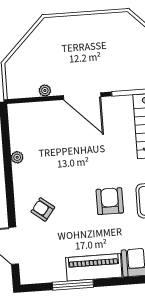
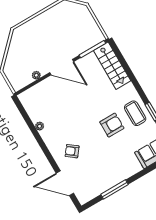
armchair: (110, 201) -> (112, 125), turned 90
piano: (94, 267) -> (122, 172), removed

